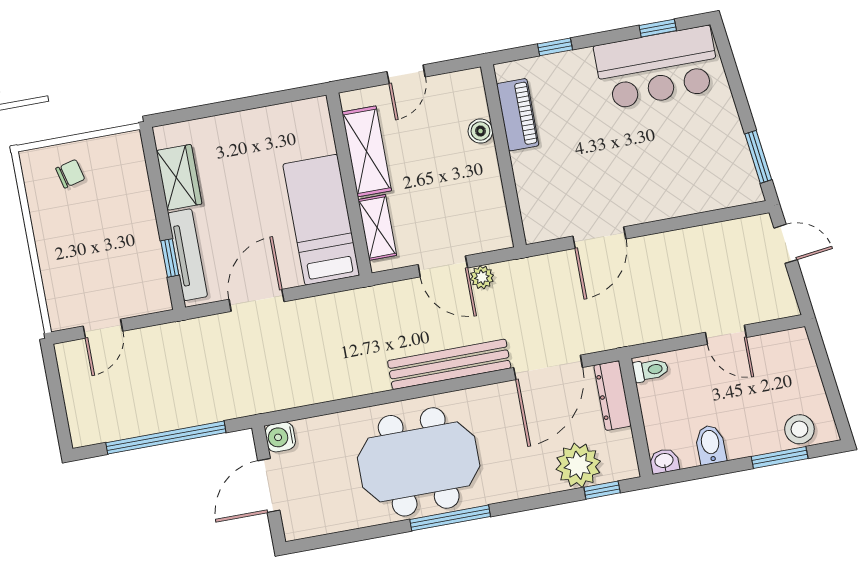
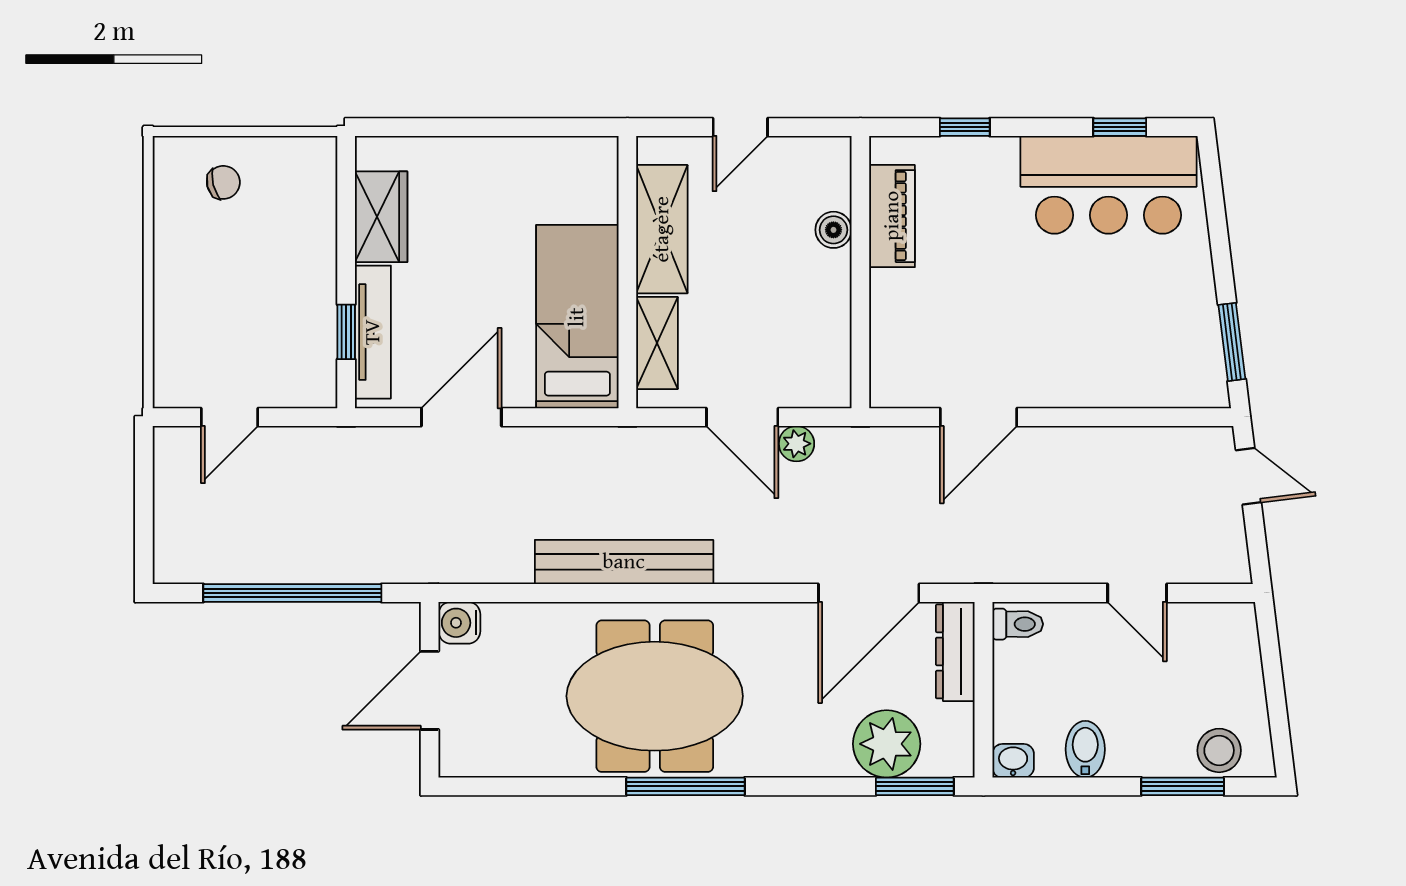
bench: (449, 364) -> (624, 562), moved
window: (602, 490) -> (915, 786), width x1.50

